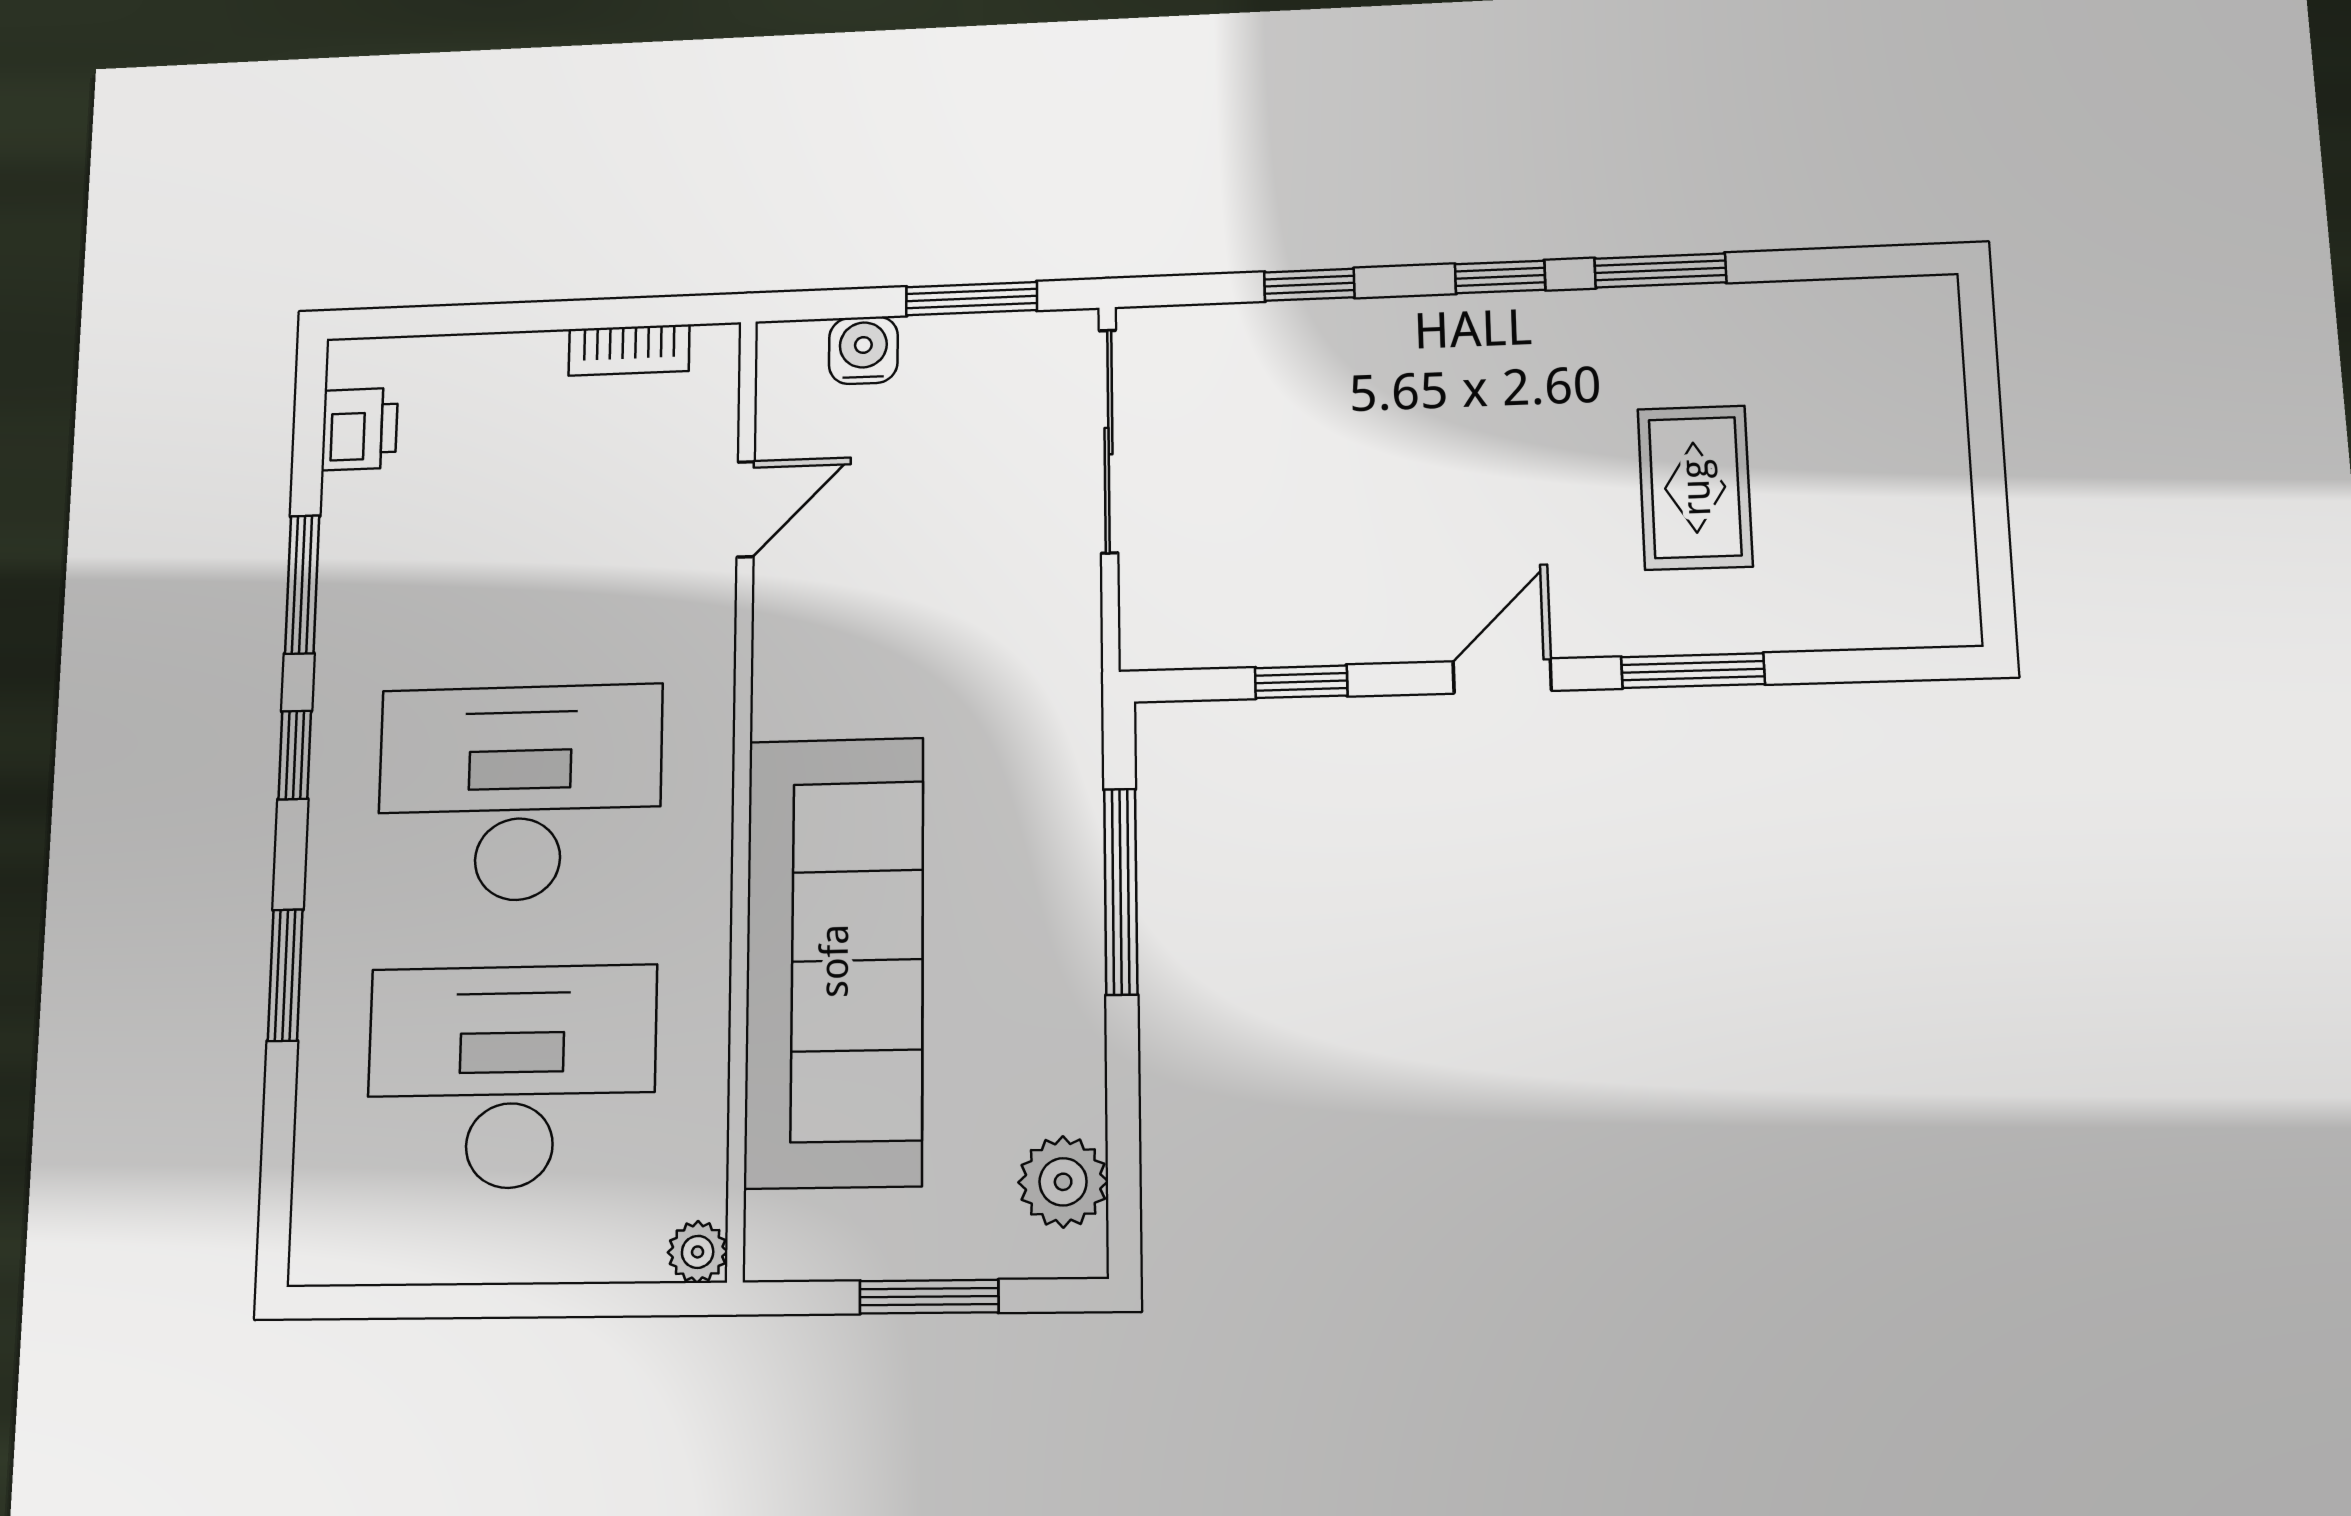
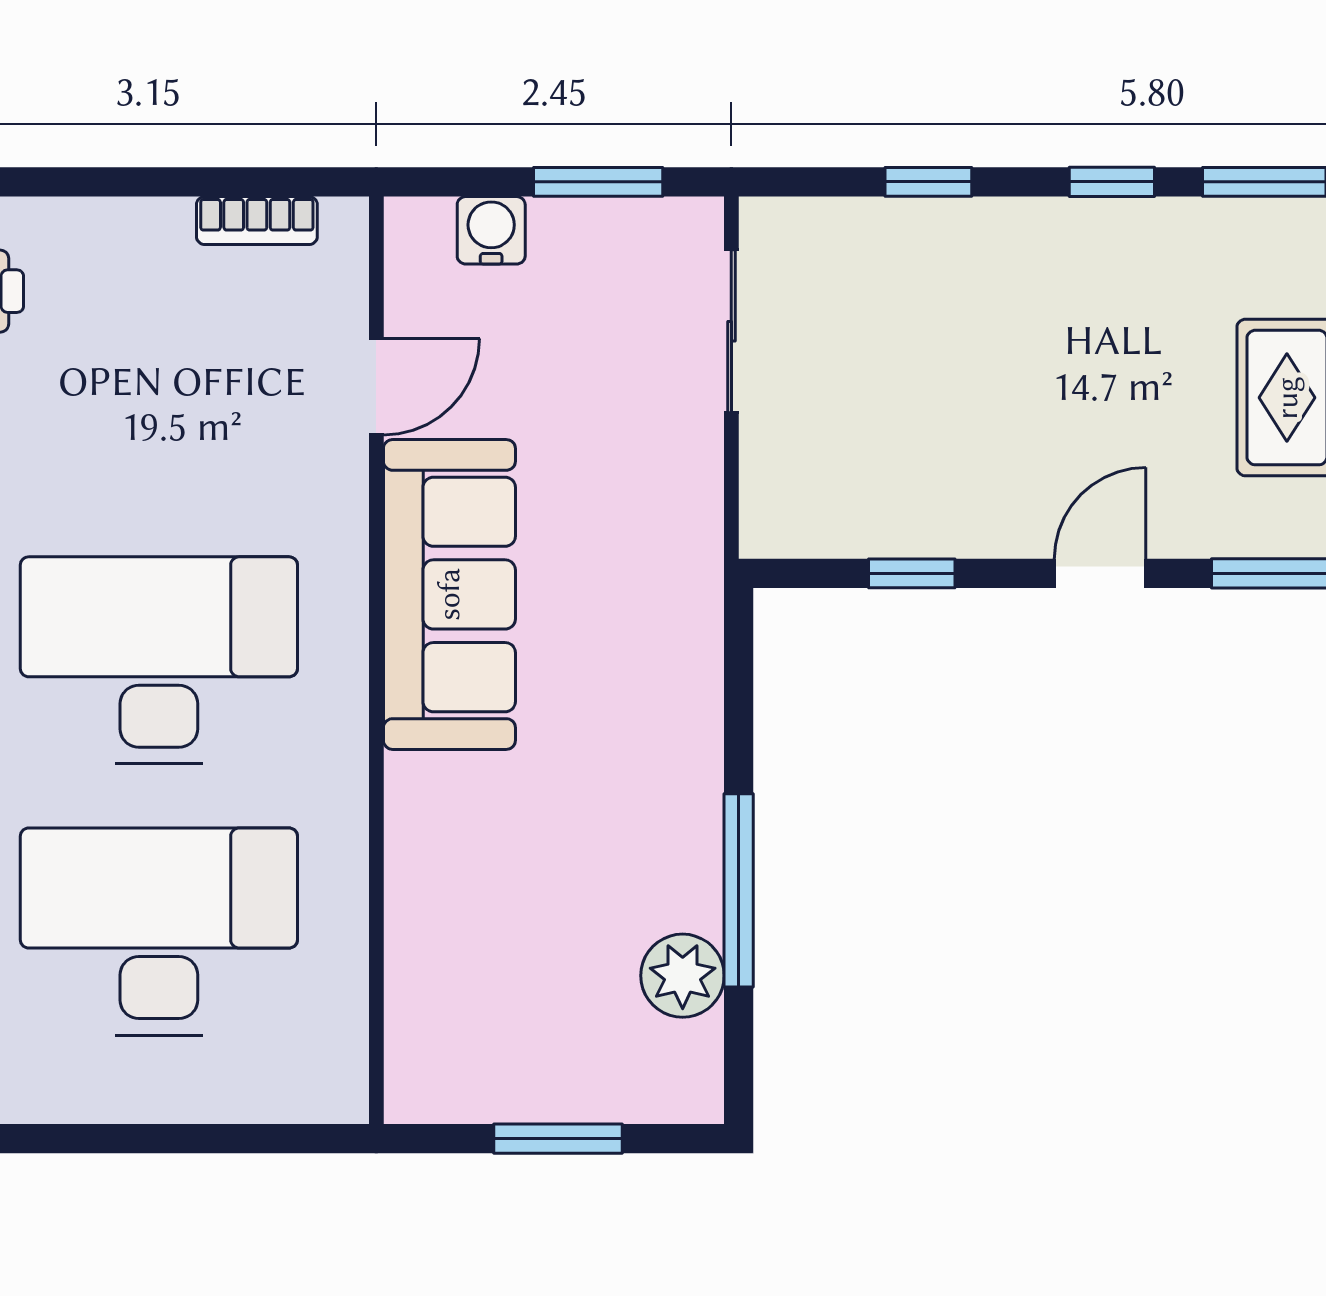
sliding door: (1109, 441) -> (731, 331), width x0.73
window: (1121, 891) -> (739, 890), moved
sofa: (834, 961) -> (449, 594), moved, width x0.74, depth x0.79
plant: (1063, 1182) -> (683, 976), moved
plant: (698, 1252) -> (341, 1096), removed

